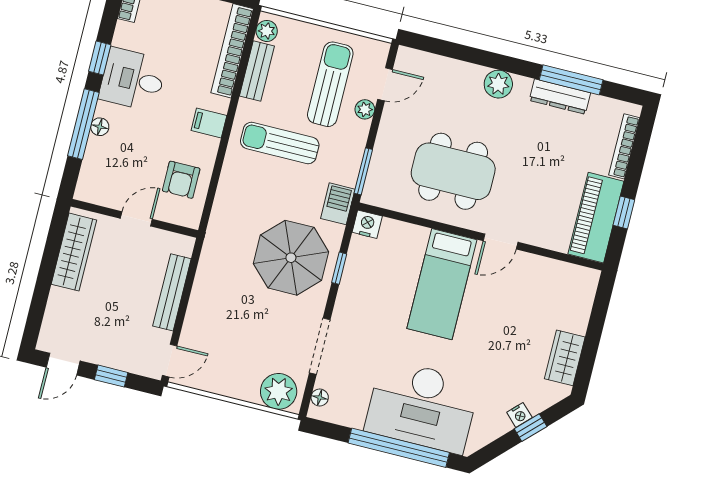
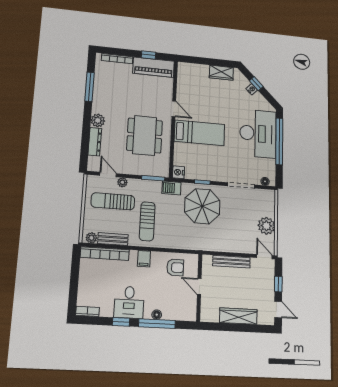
dresser: (560, 97) -> (95, 142), moved
wardrobe: (74, 252) -> (238, 316), moved
plant: (279, 391) -> (266, 226), moved

